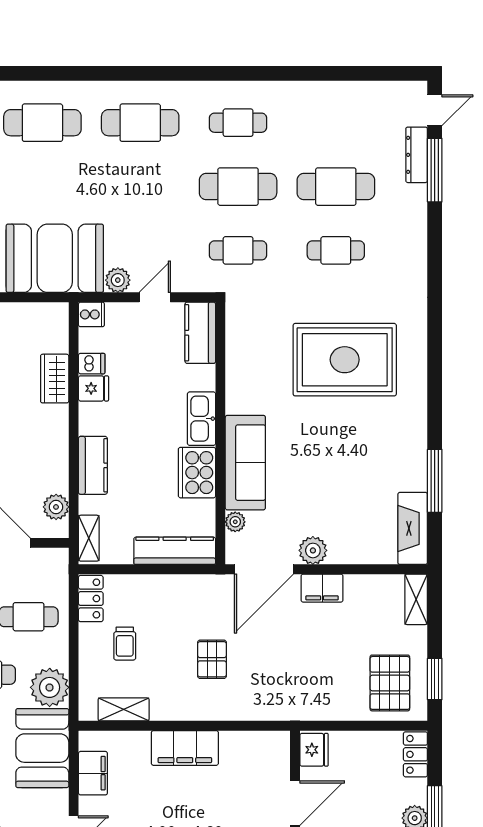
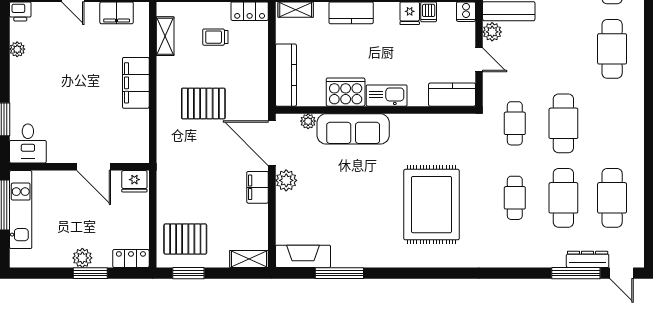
cafe table: (238, 123) -> (612, 198), moved, width x1.37, depth x1.35
pallet: (212, 659) -> (203, 103), width x1.50, depth x1.42

